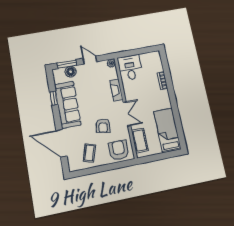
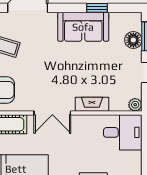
sofa: (68, 105) -> (83, 27), width x0.73
armchair: (103, 126) -> (41, 74), removed

